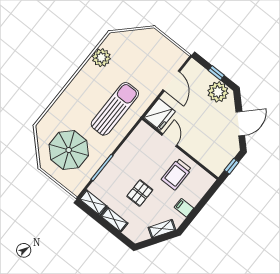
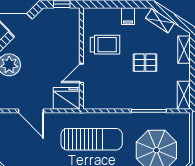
door: (171, 81) -> (31, 111), swing flipped
sun lounger: (115, 109) -> (92, 139), turned 180
shelving: (114, 220) -> (184, 50), moved

